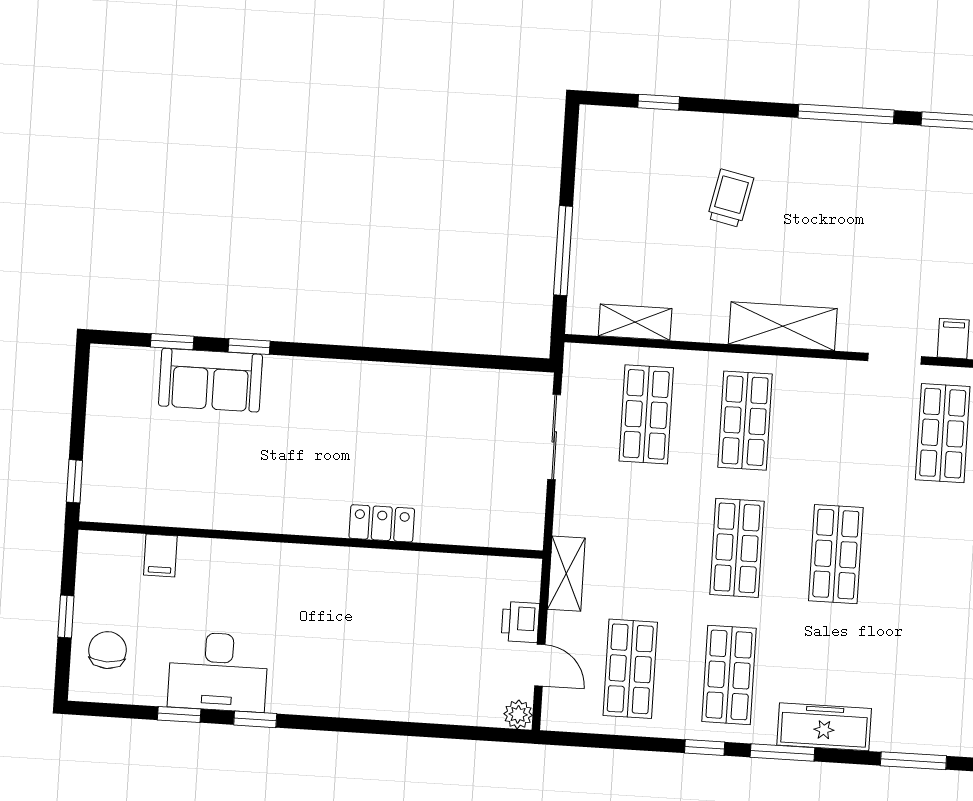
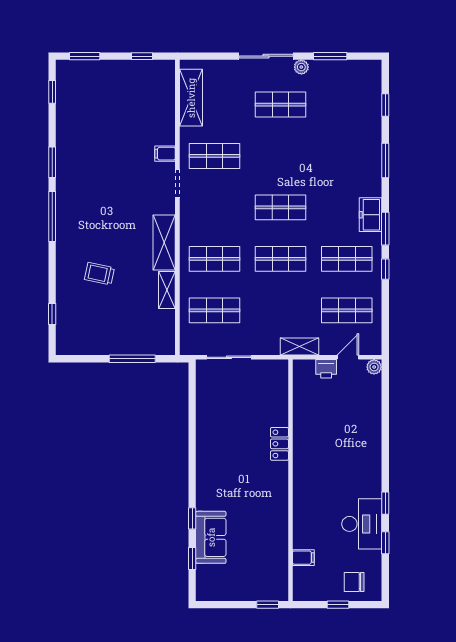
shelving: (635, 322) -> (167, 290), moved
freezer: (824, 727) -> (371, 215), width x0.71

